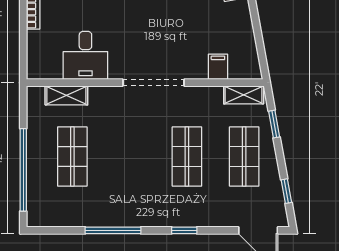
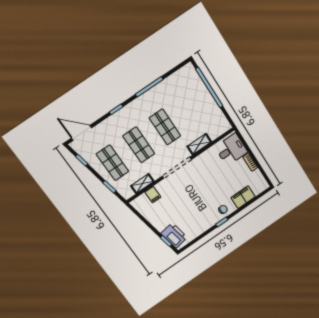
desk: (85, 55) -> (231, 149), moved, turned 90
shelving: (66, 95) -> (199, 144), moved
shelving: (244, 95) -> (142, 184), moved
shop shelf: (72, 157) -> (165, 127), moved

